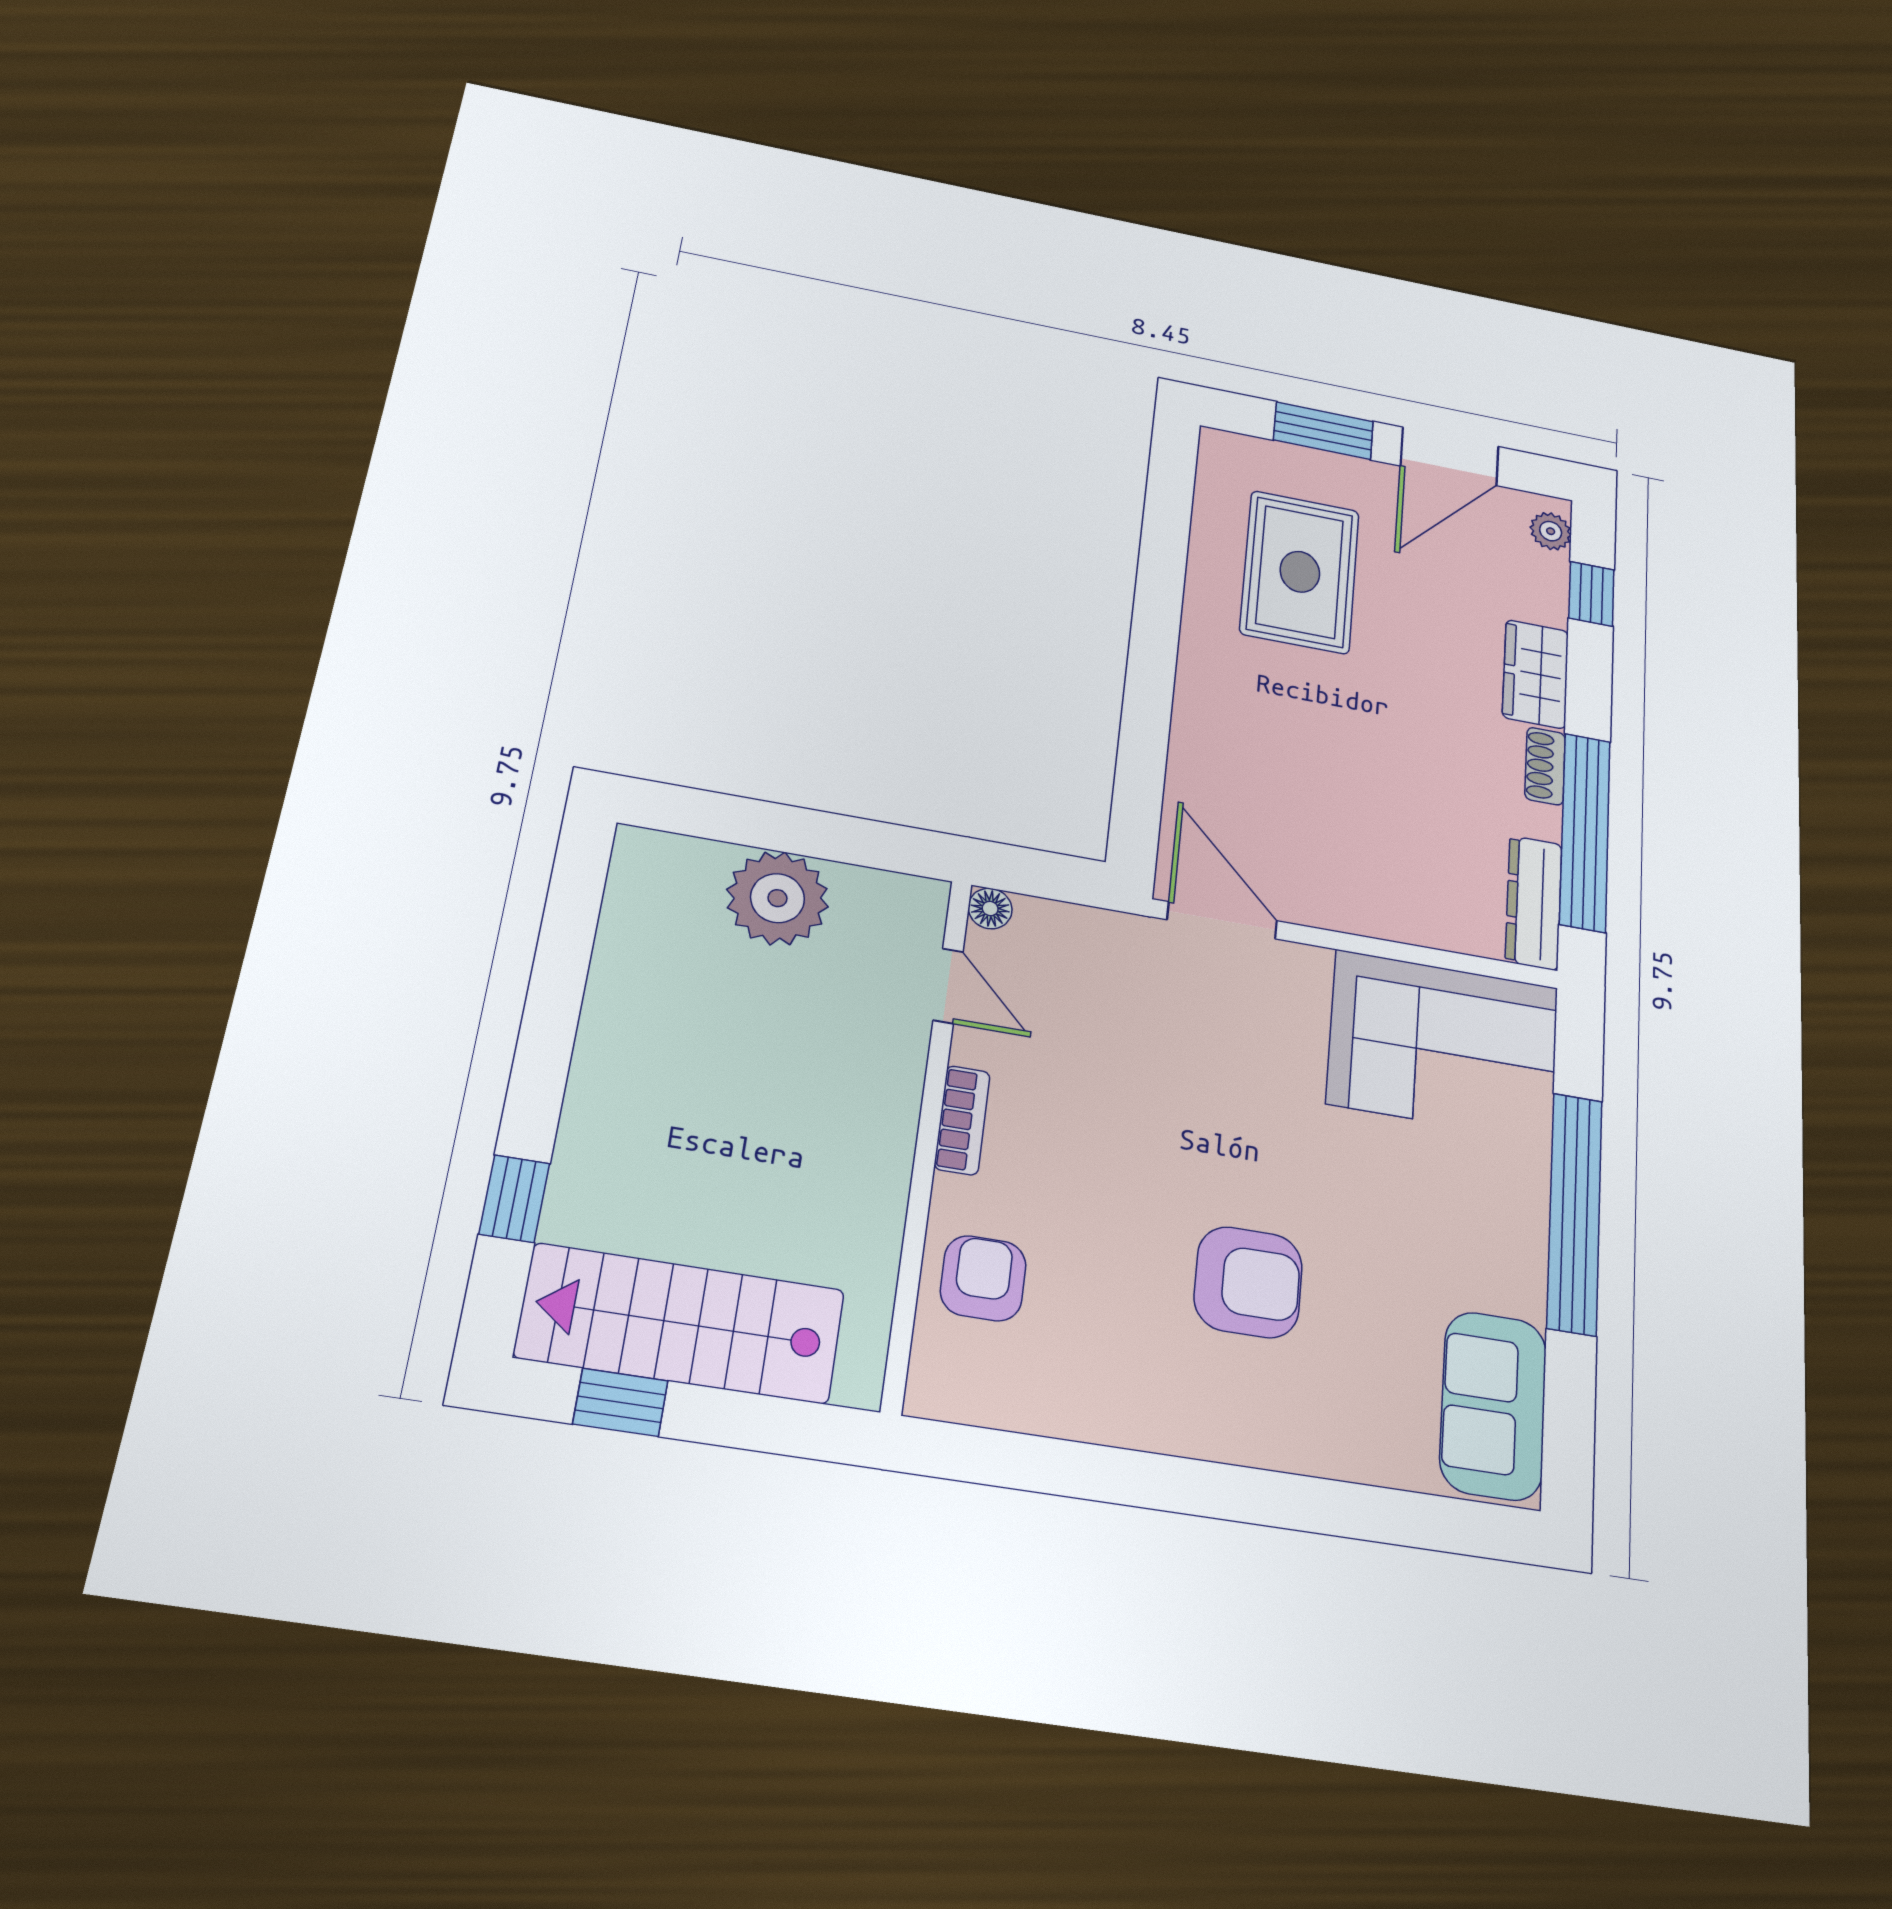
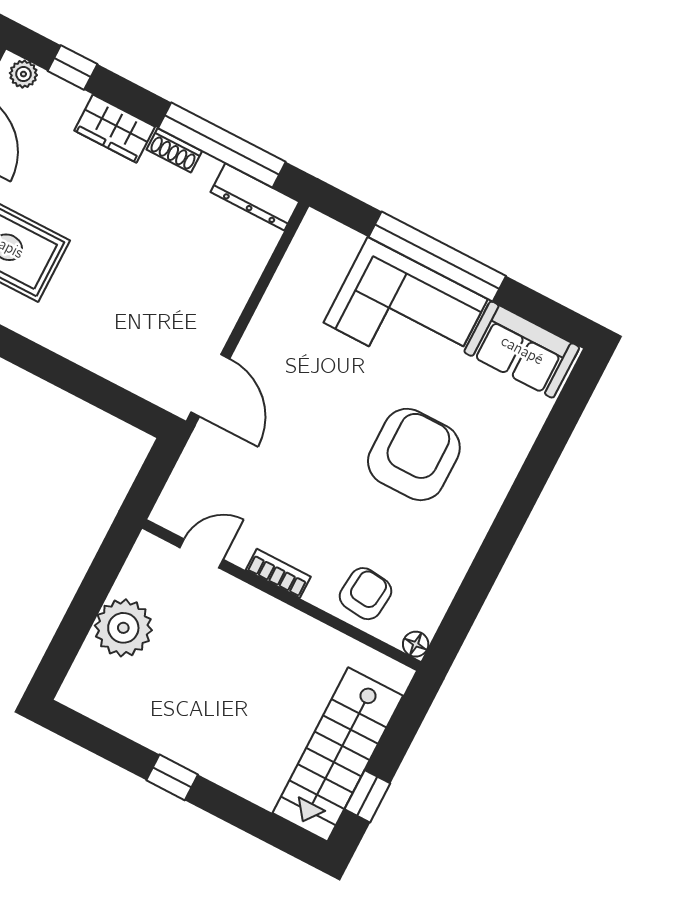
floor lamp: (990, 909) -> (416, 644), moved
door: (1222, 920) -> (210, 385), swing flipped
corner sofa: (1443, 1045) -> (406, 311), moved, turned 90
window: (514, 1199) -> (172, 777), moved
armchair: (983, 1278) -> (365, 594), turned 96
armchair: (1248, 1282) -> (414, 454), width x1.36, depth x1.36

